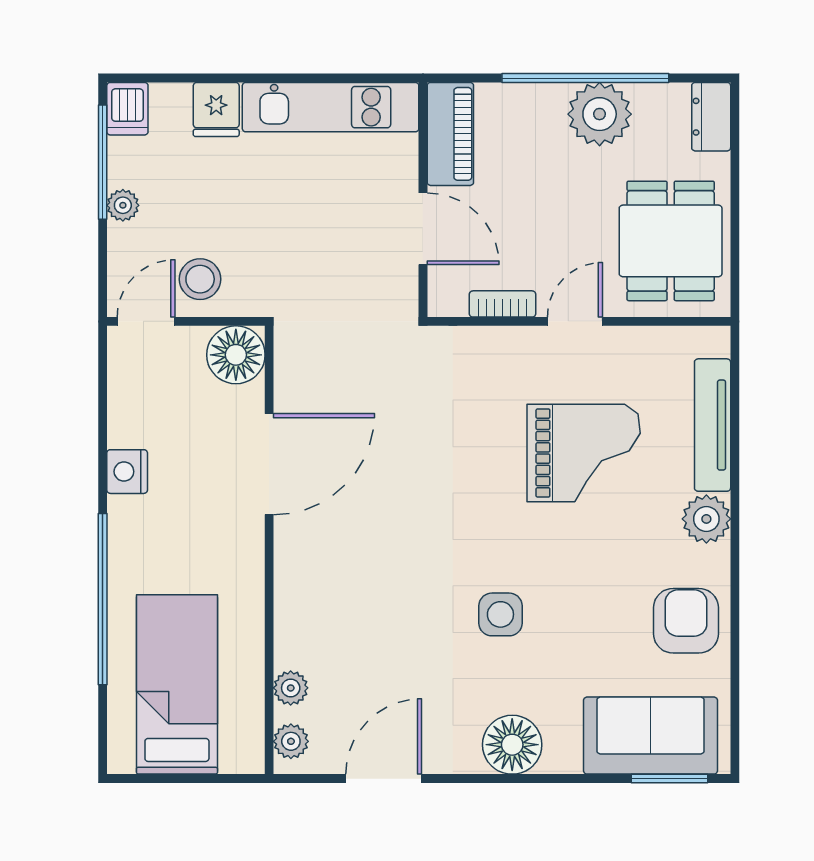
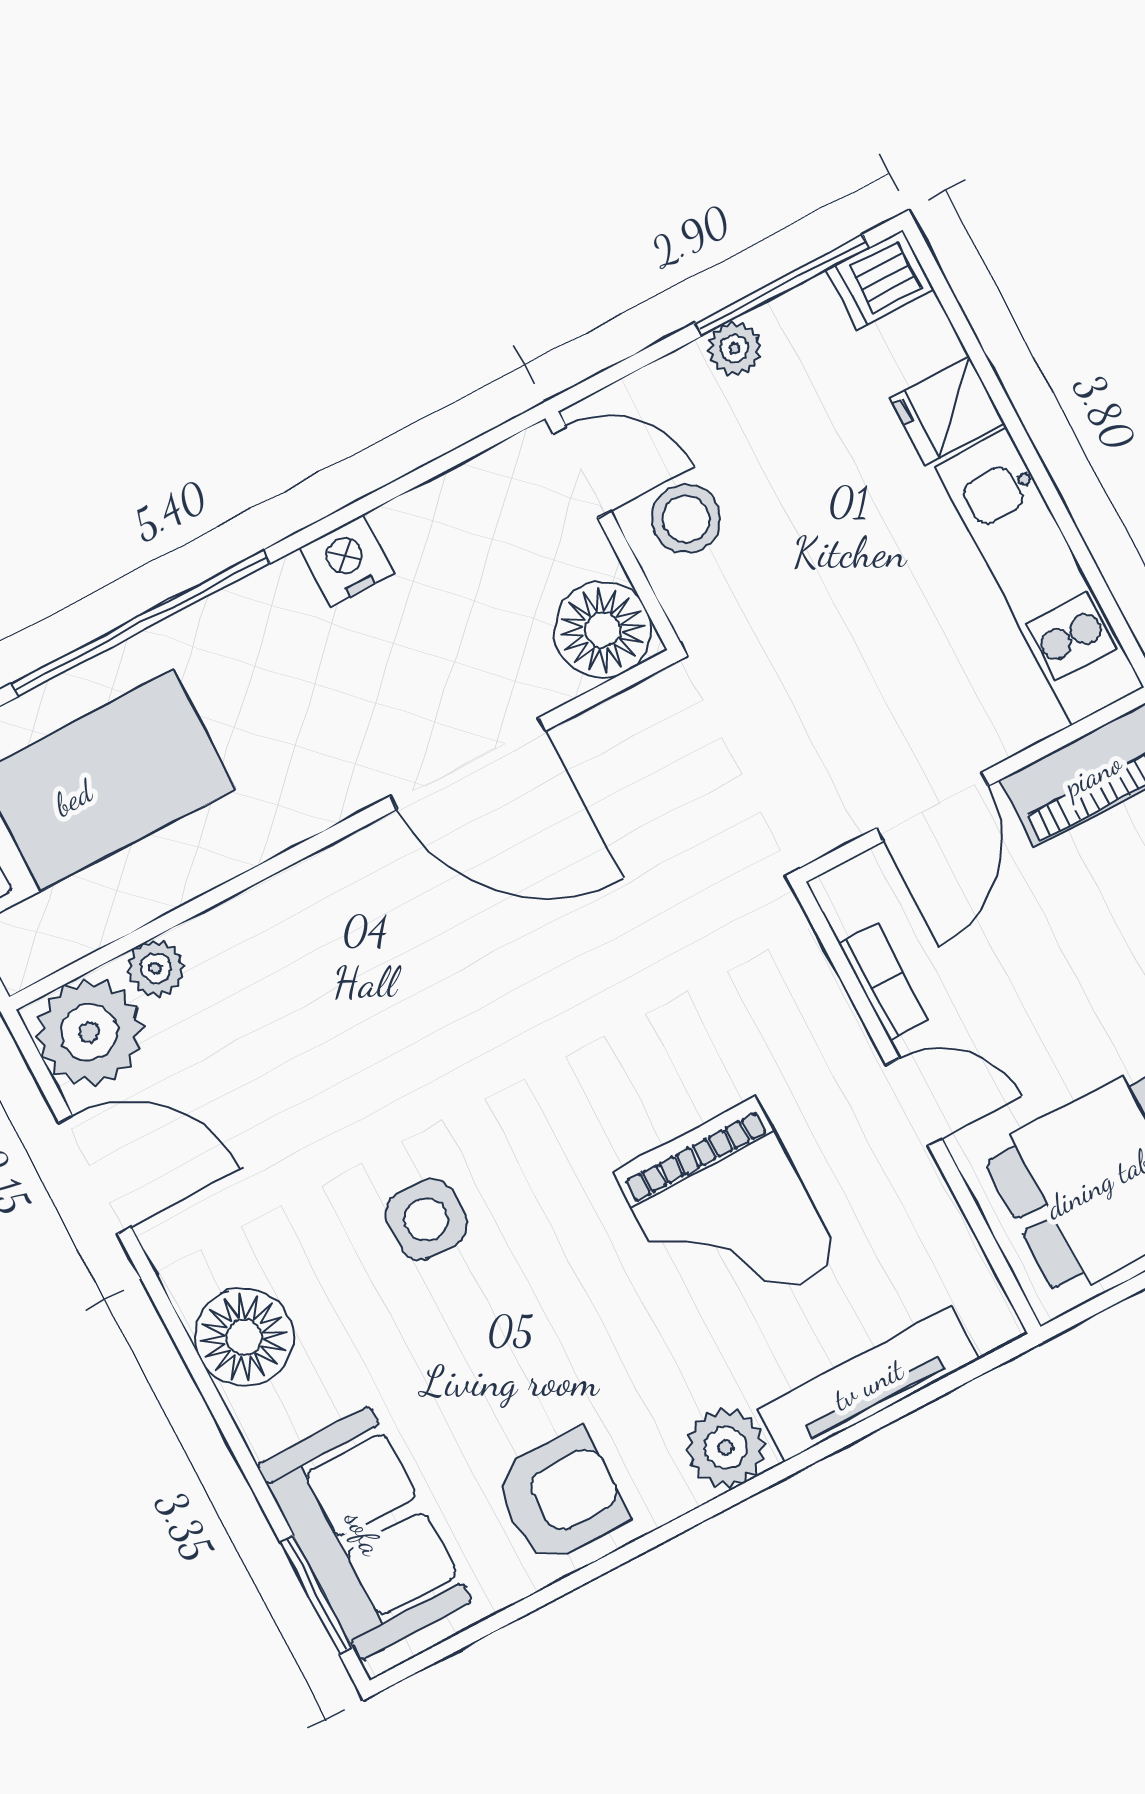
plant: (291, 741) -> (89, 1032), width x1.87, depth x1.87

